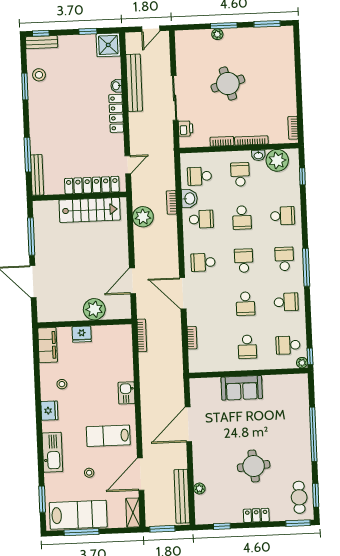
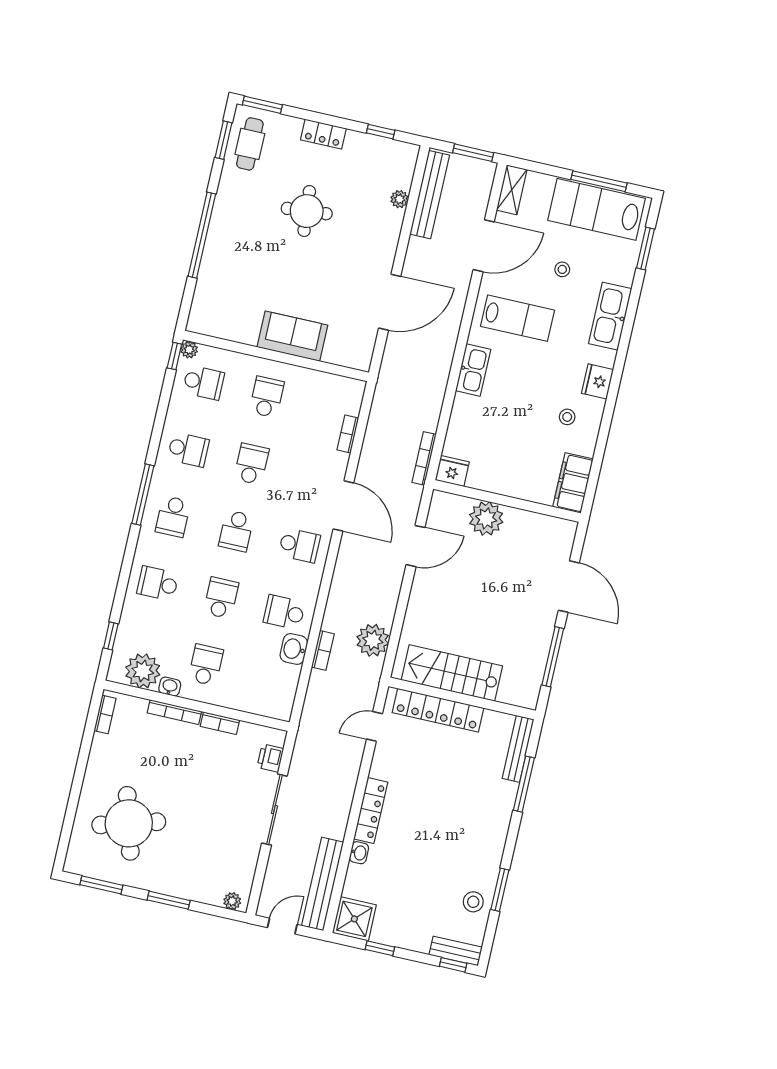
plant: (217, 34) -> (232, 901), moved
bench: (134, 83) -> (323, 884), moved
round table: (228, 84) -> (129, 823), moved, width x1.36, depth x1.36
school desk: (240, 174) -> (206, 665), turned 180
school desk: (199, 176) -> (269, 679), removed
school desk: (286, 302) -> (188, 450), turned 180
fridge: (82, 334) -> (452, 471), moved
kitchen sink: (126, 393) -> (473, 370), width x1.38

